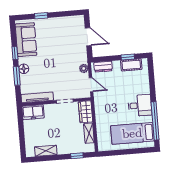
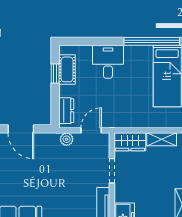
door: (88, 37) -> (21, 129), swing flipped
desk: (140, 105) -> (108, 62), moved

